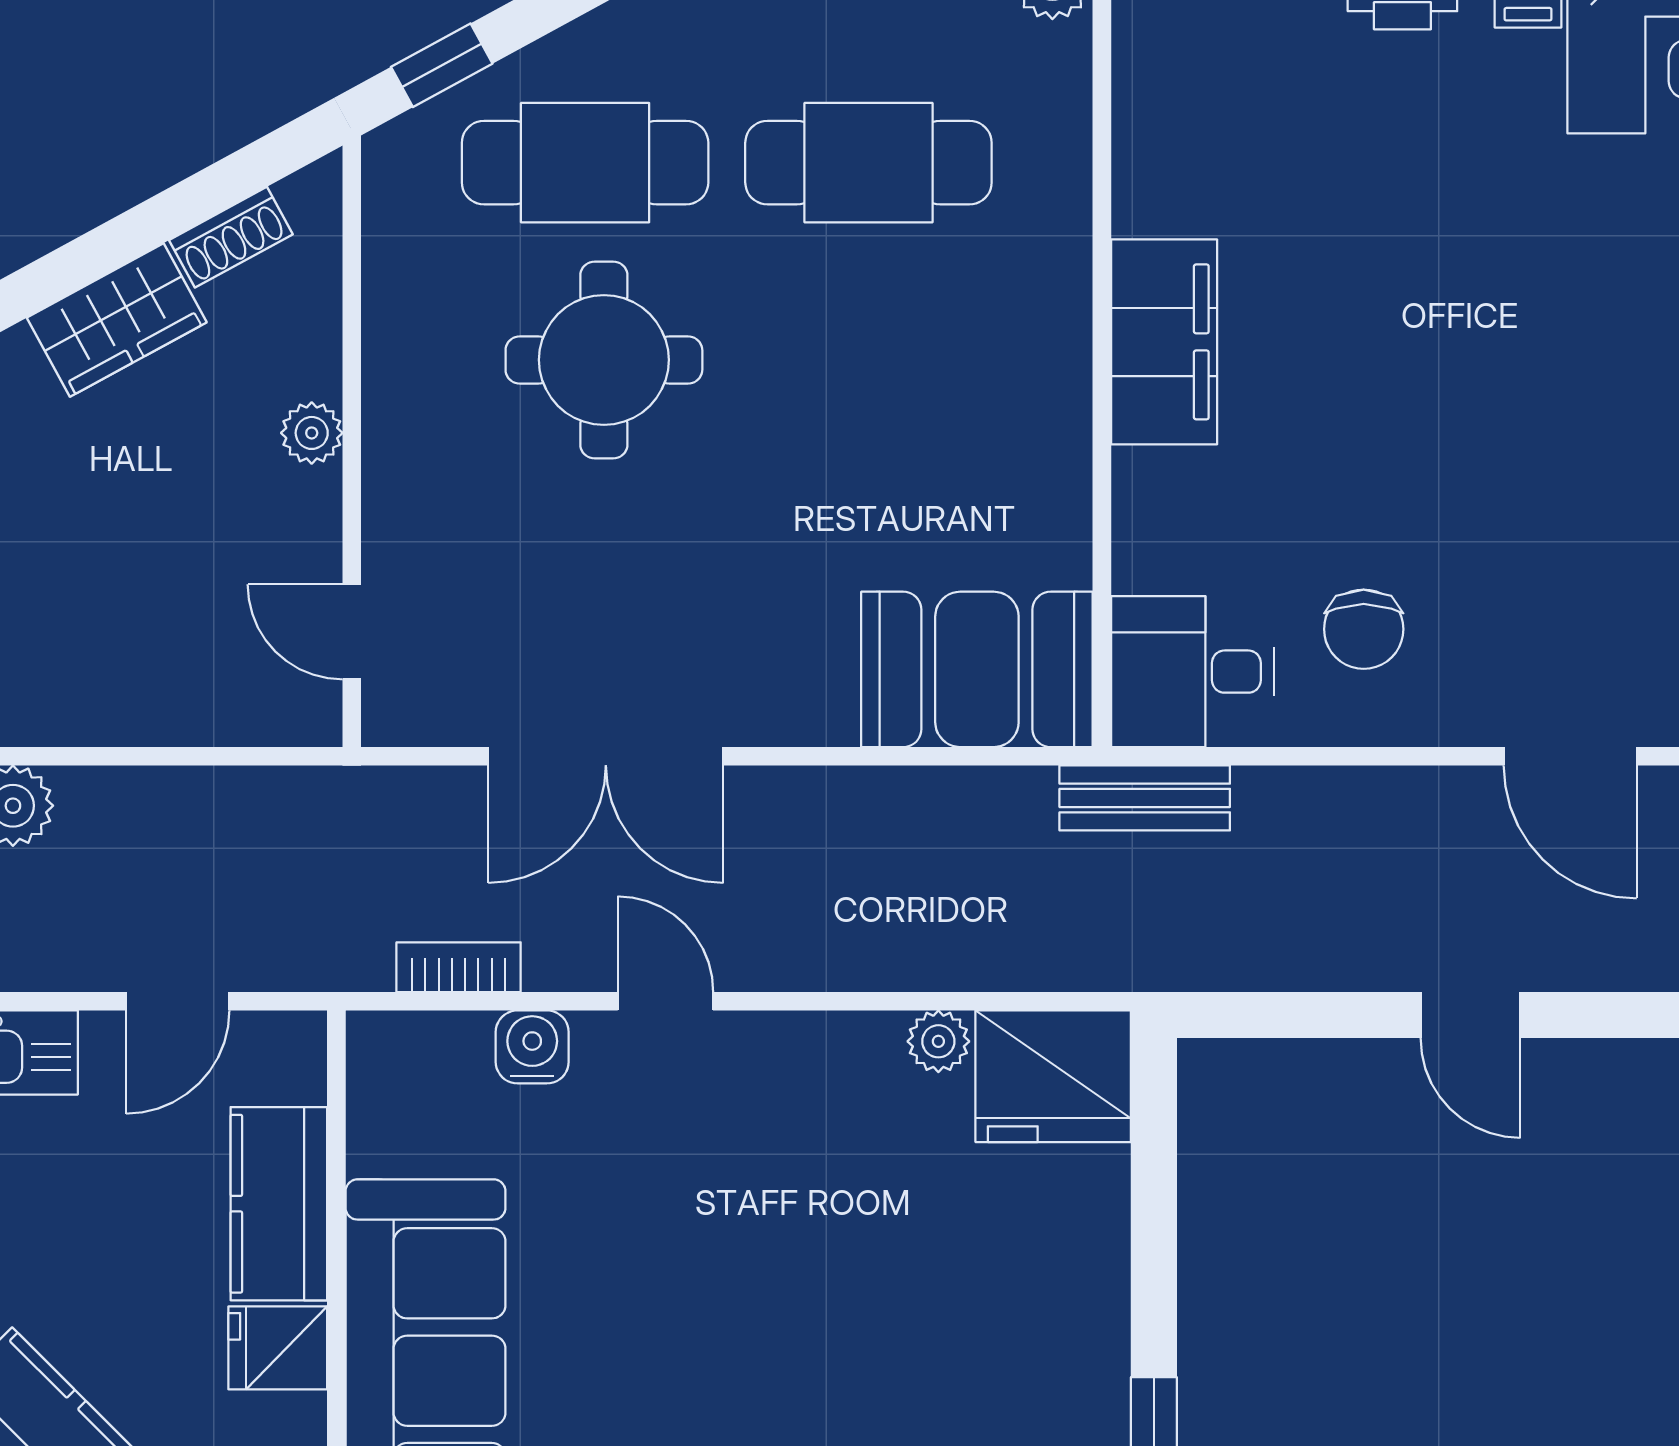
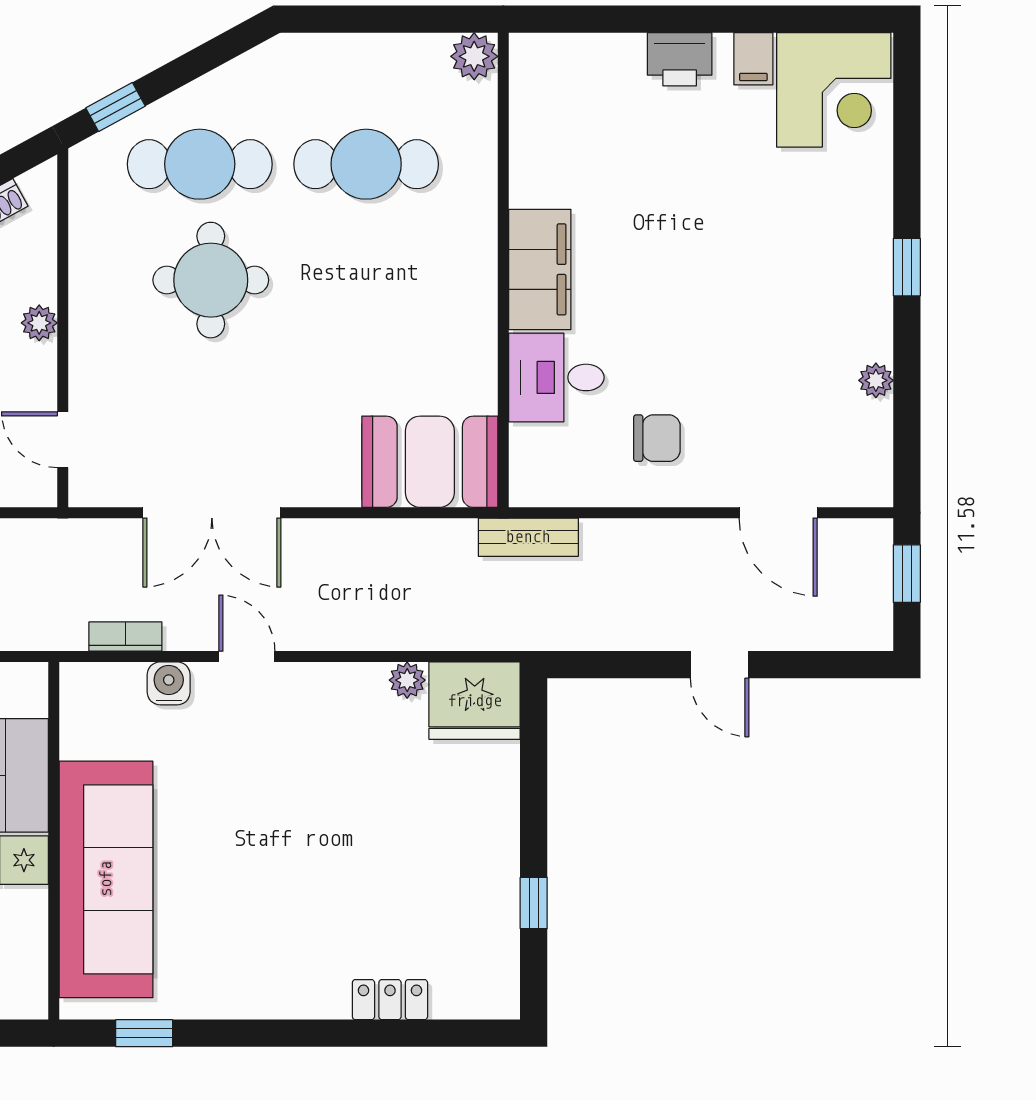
chair: (1364, 629) -> (657, 438), turned -90
desk: (1192, 672) -> (556, 377), moved

